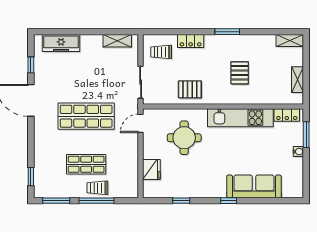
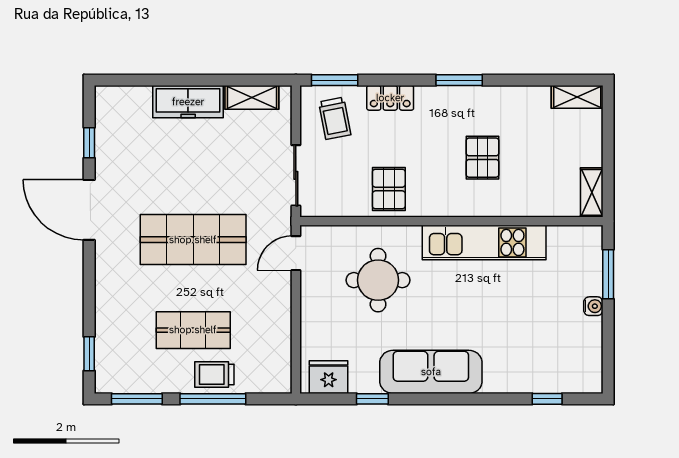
window: (161, 32) -> (335, 80), added
freezer: (61, 43) -> (188, 102), moved
trolley: (161, 52) -> (335, 118), turned -101
shelving: (297, 80) -> (592, 192), moved
pallet: (190, 89) -> (389, 189), turned 90
locker: (287, 115) -> (572, 237), removed
fridge: (151, 170) -> (329, 377), moved, turned -90
sofa: (254, 186) -> (431, 372), moved
window: (229, 201) -> (547, 399), moved

